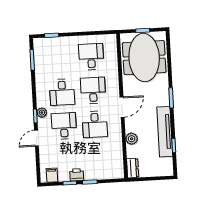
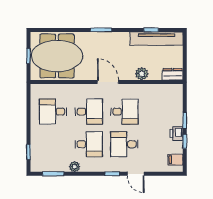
desk: (93, 90) -> (89, 112), turned 180
plant: (42, 113) -> (75, 167), moved
tv unit: (165, 132) -> (156, 39), moved

